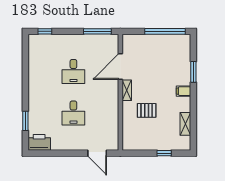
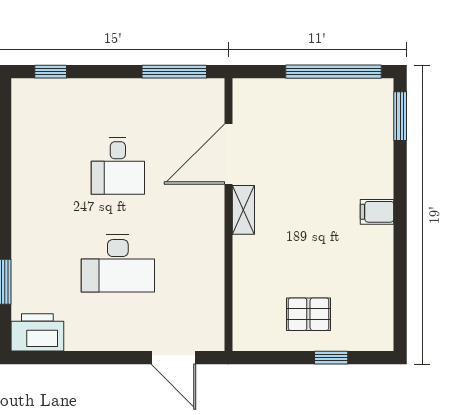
window: (193, 72) -> (400, 116), moved
pallet: (147, 110) -> (308, 314), moved
desk: (73, 113) -> (118, 263), width x1.37
shelving: (185, 124) -> (381, 289), removed

